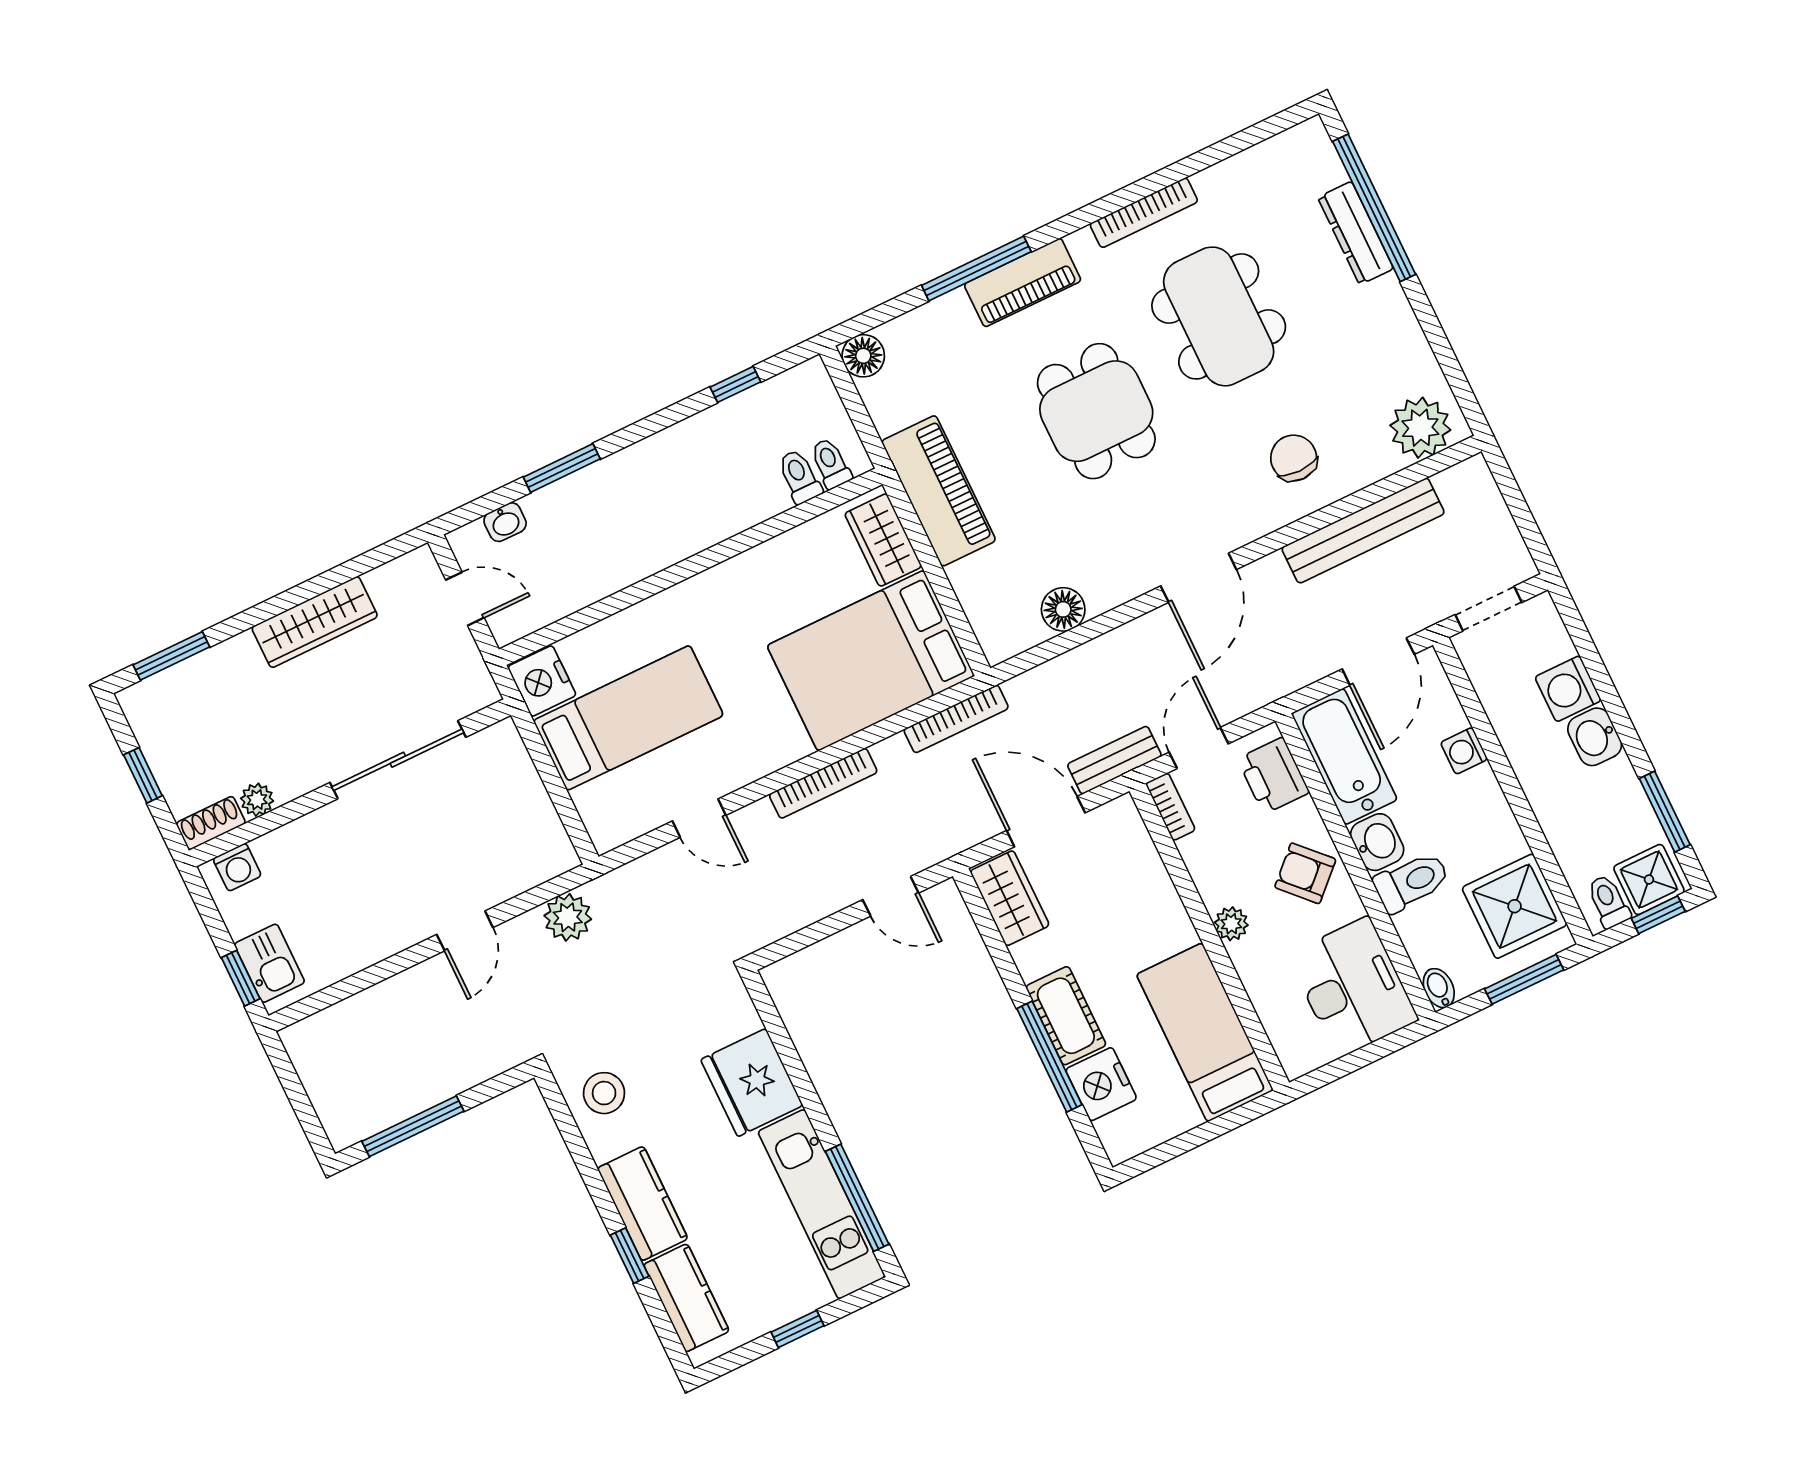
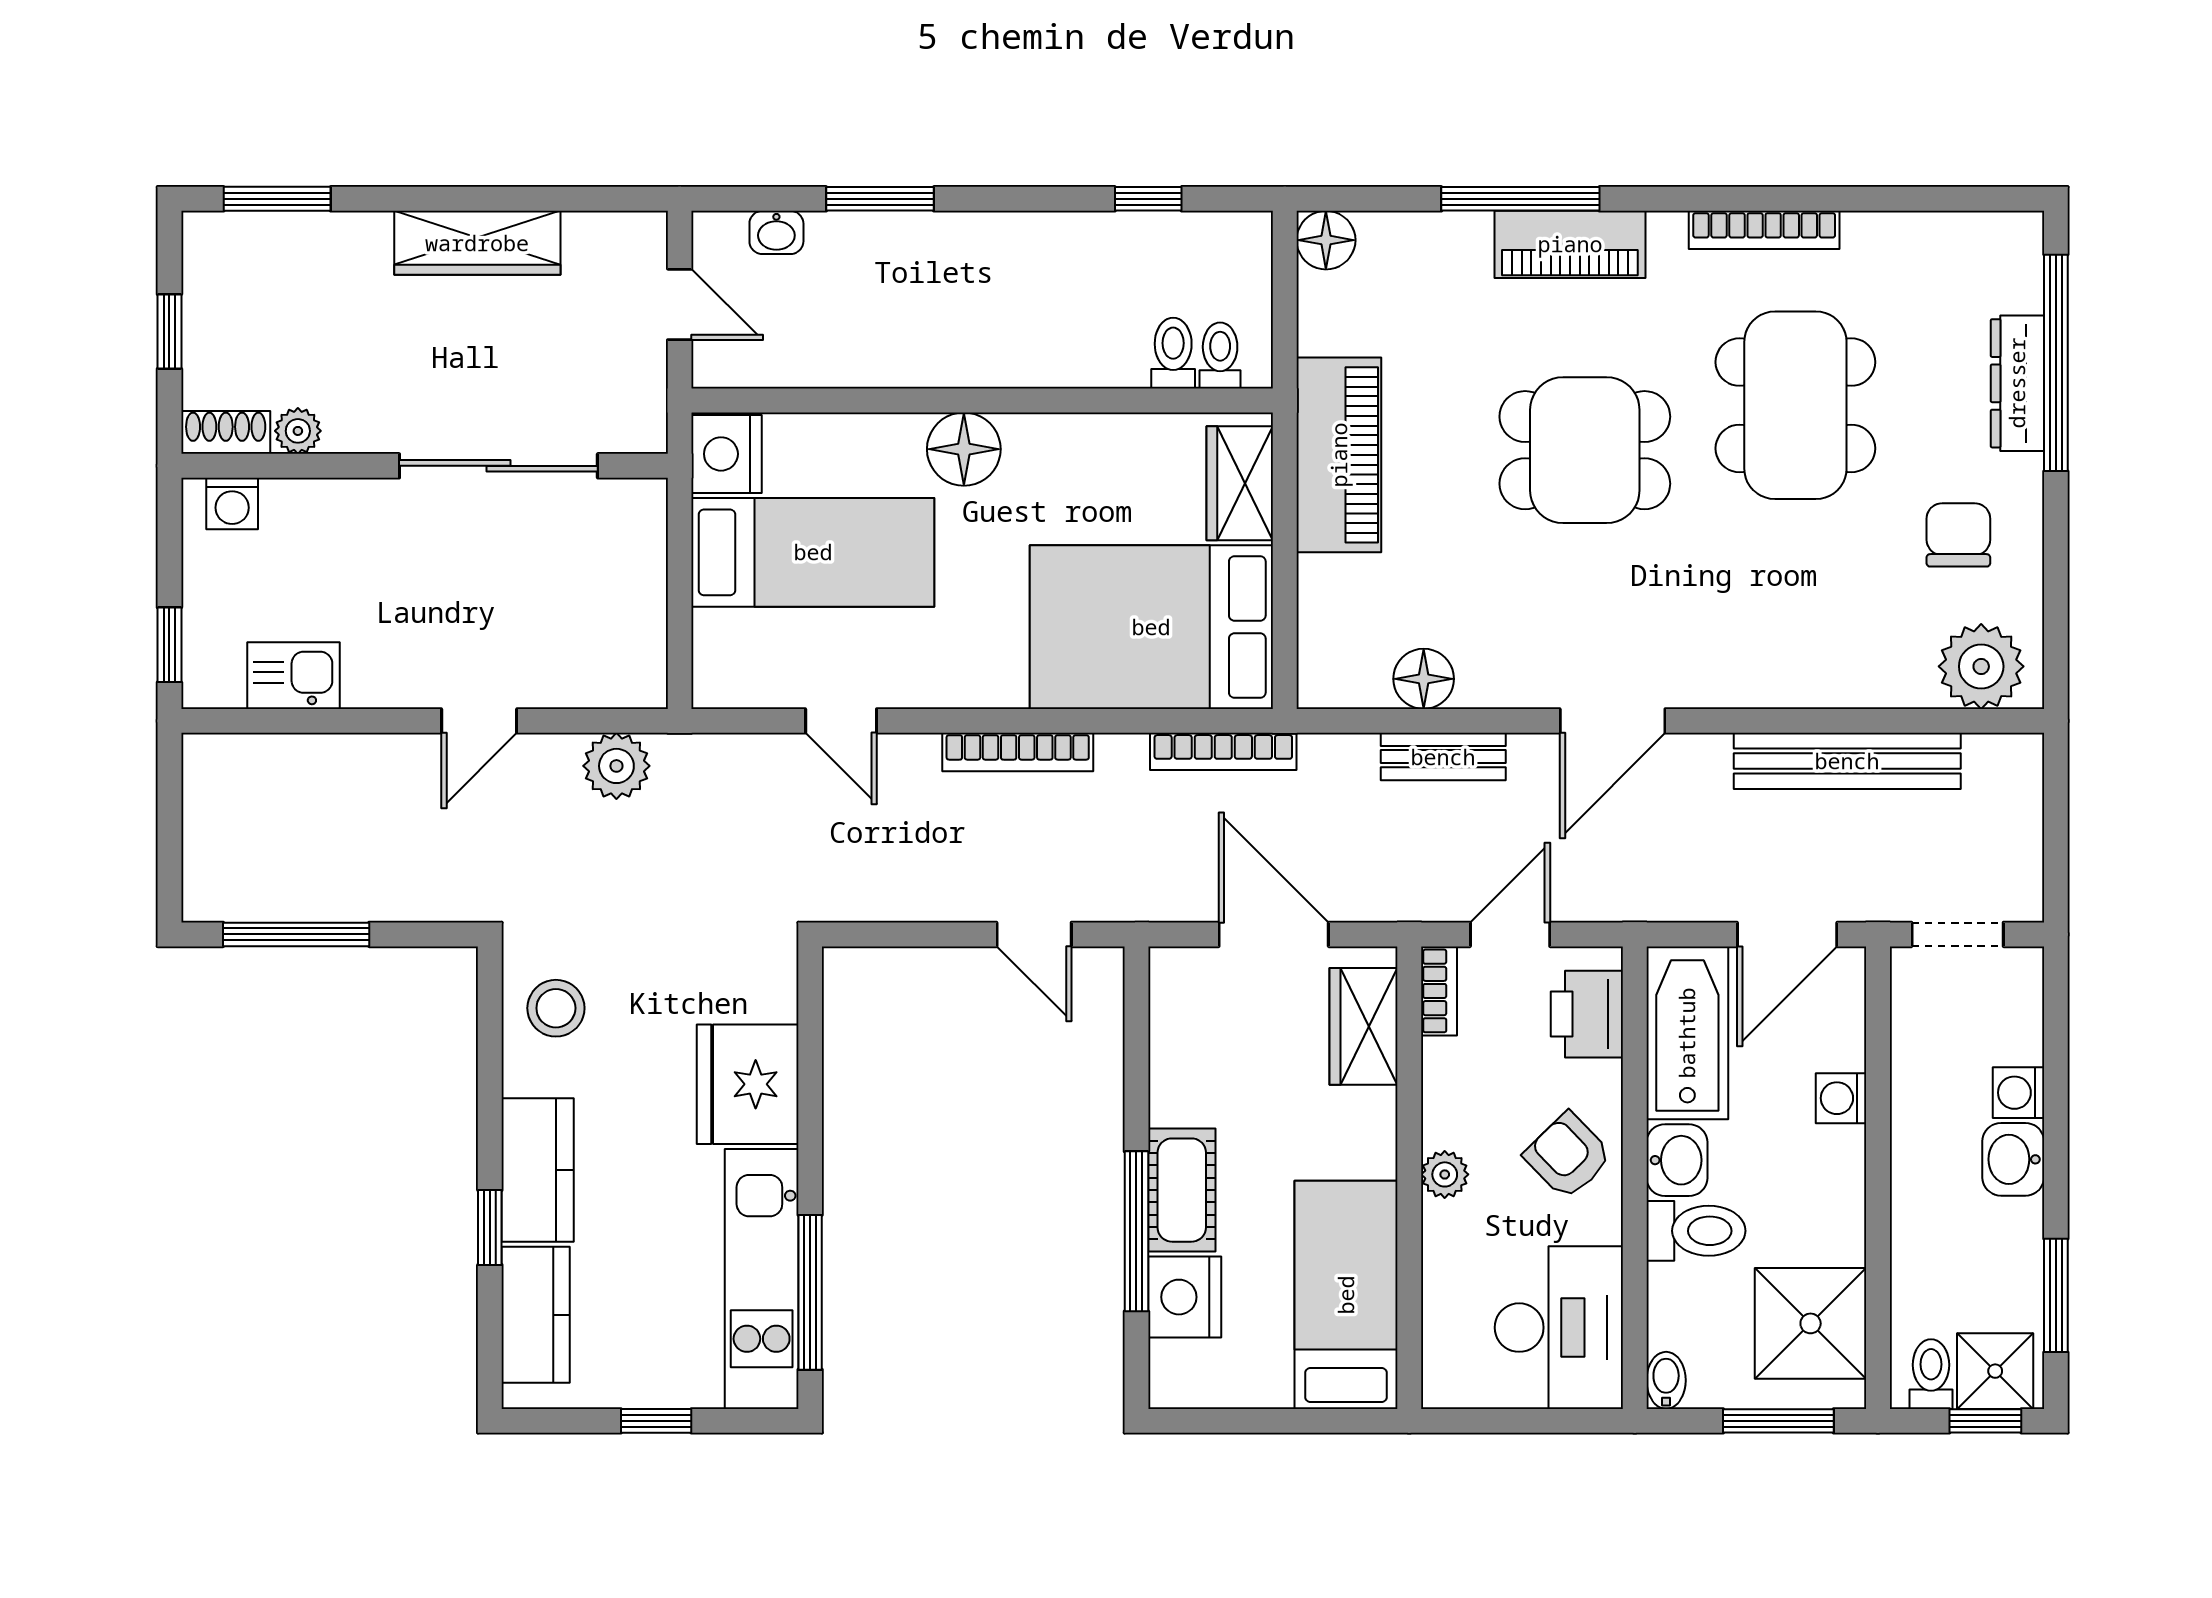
dining table: (1096, 411) -> (1585, 450), turned 90
chair: (1294, 458) -> (1958, 535), moved
floor lamp: (694, 604) -> (964, 449), added
washing machine: (1568, 689) -> (2018, 1093), width x0.73, depth x0.73
bench: (1114, 760) -> (1443, 757), moved
wardrobe: (1010, 898) -> (1363, 1026), moved, turned 180
kitchen sink: (269, 963) -> (294, 676), moved, turned -90

